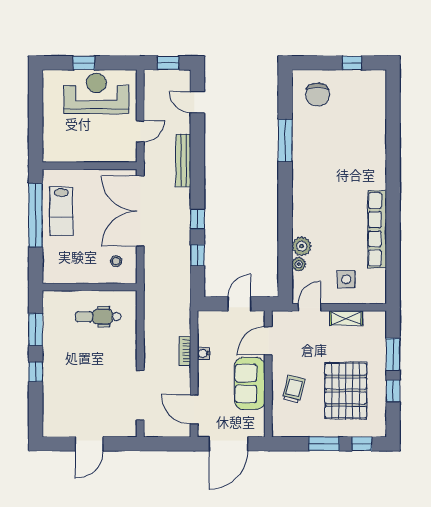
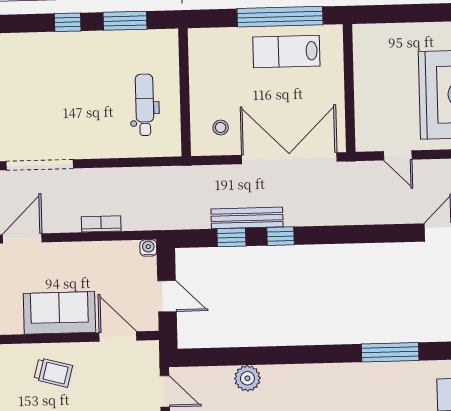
bench: (183, 161) -> (247, 218), moved
plant: (299, 264) -> (223, 375), removed
water cooler: (204, 353) -> (148, 248), moved

